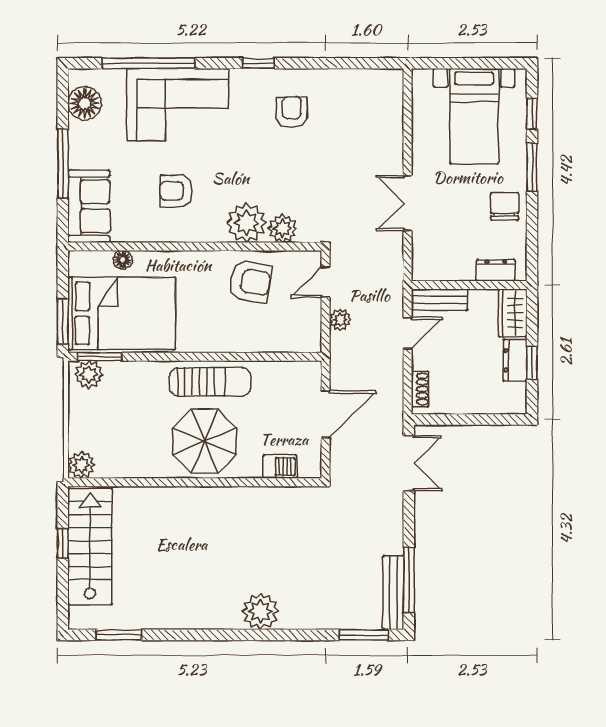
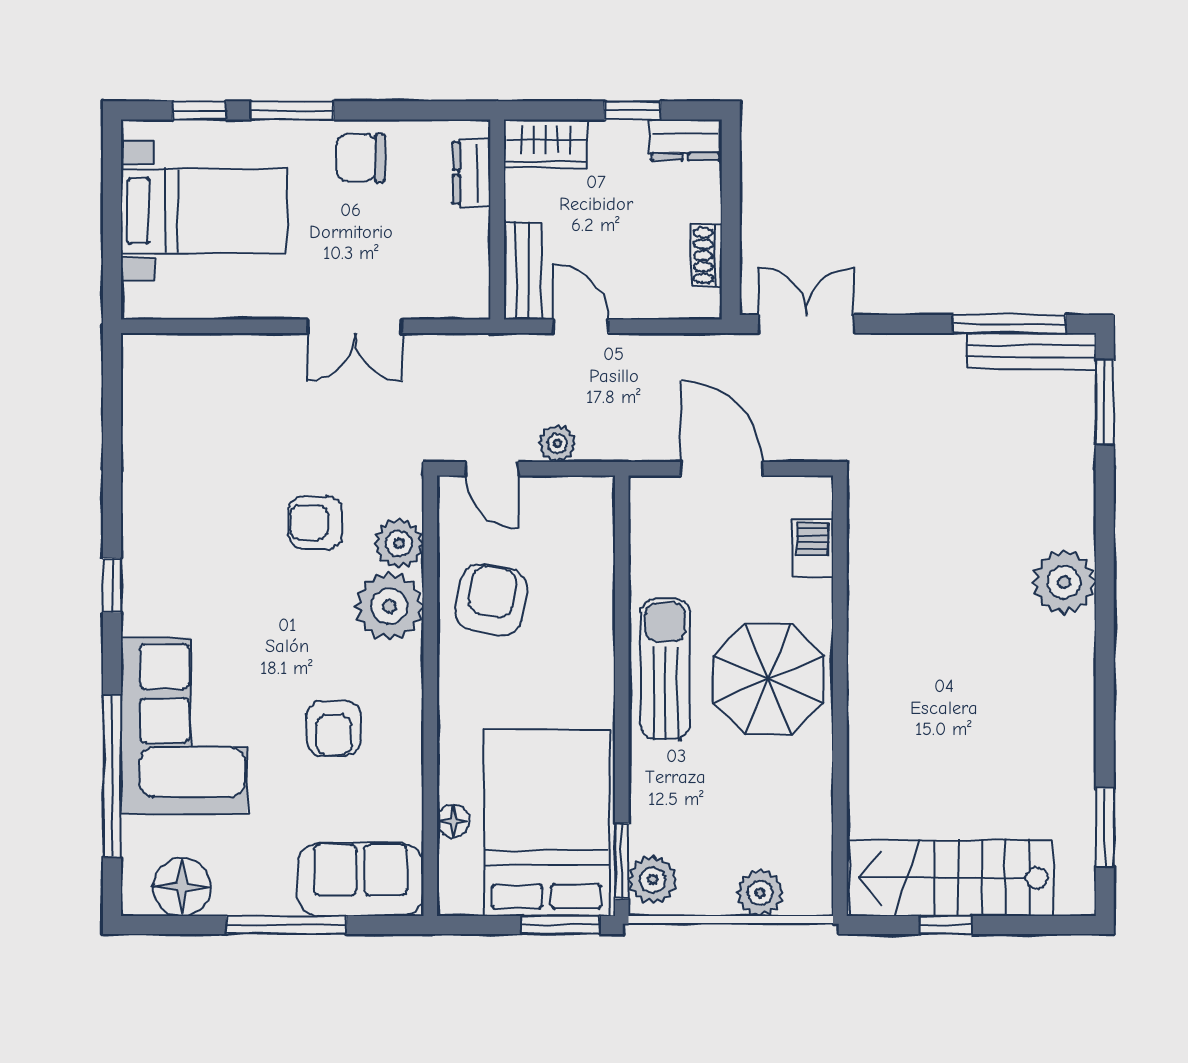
armchair: (292, 112) -> (315, 522), moved
dresser: (515, 360) -> (685, 140), moved
shoe rack: (420, 389) -> (707, 256), moved, turned -90
plant: (81, 465) -> (760, 893), moved

